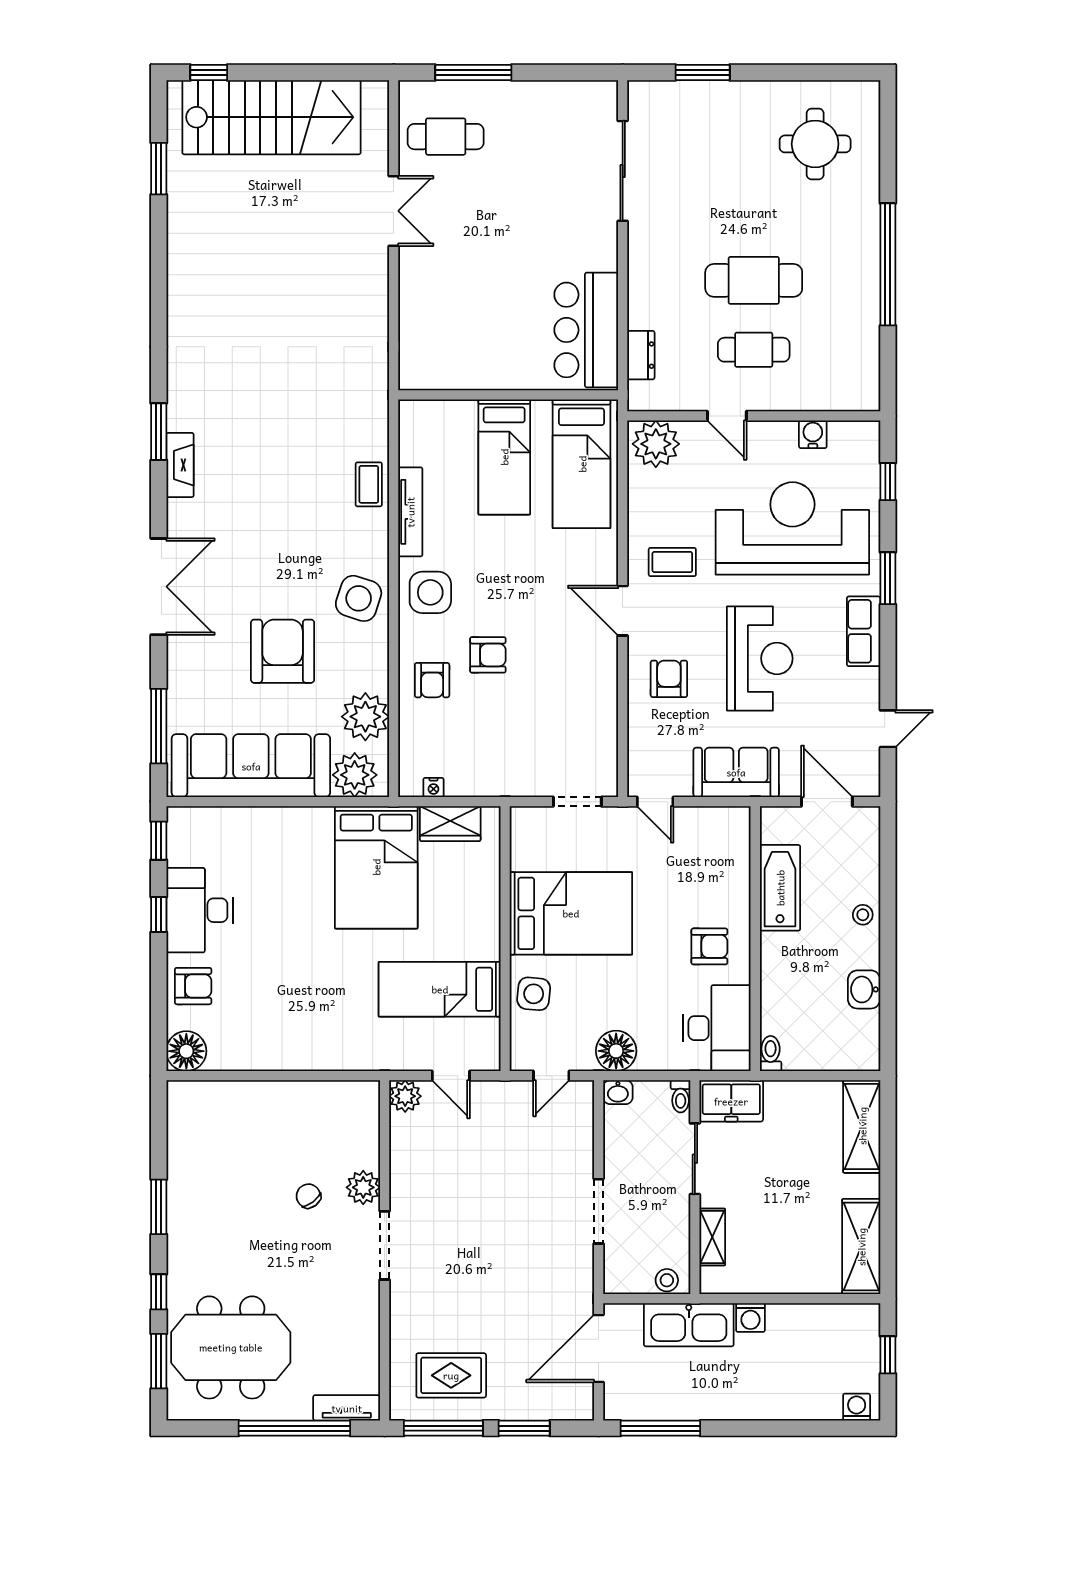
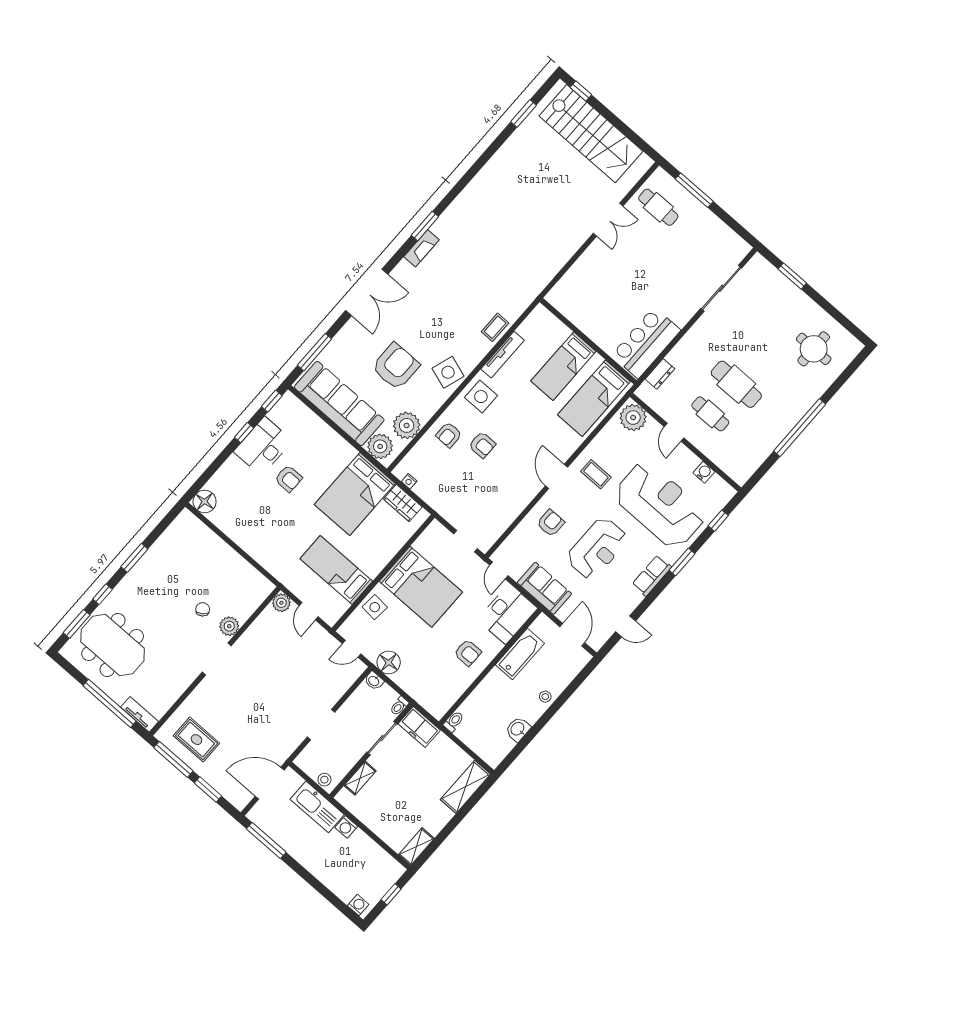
armchair: (193, 986) -> (289, 479), moved
desk: (717, 1028) -> (507, 614), moved
shelving: (861, 1247) -> (416, 847), width x0.67, depth x0.75

